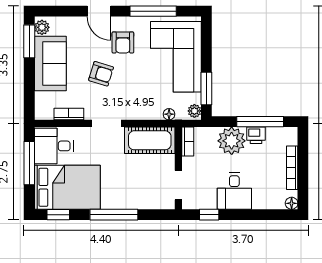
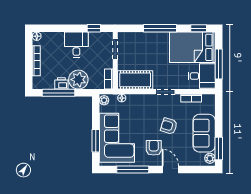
window: (206, 89) -> (96, 141), moved

